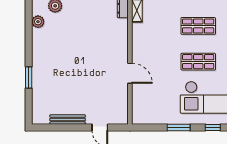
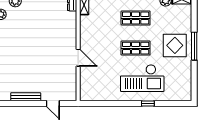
window: (179, 128) -> (119, 103), removed

